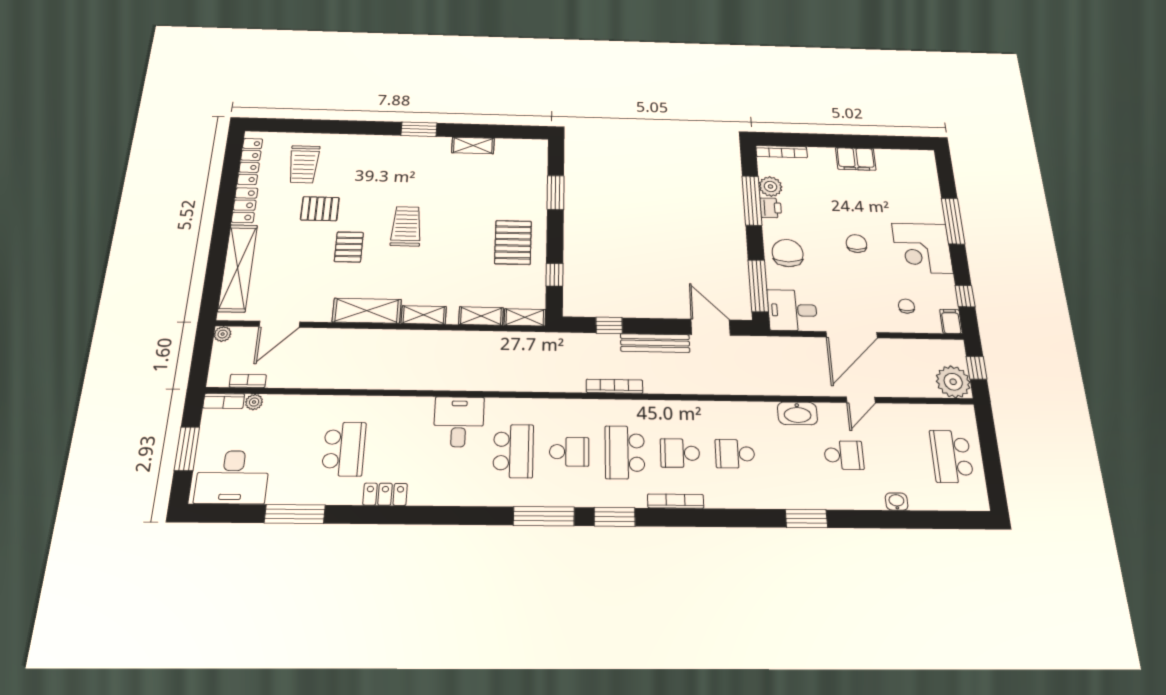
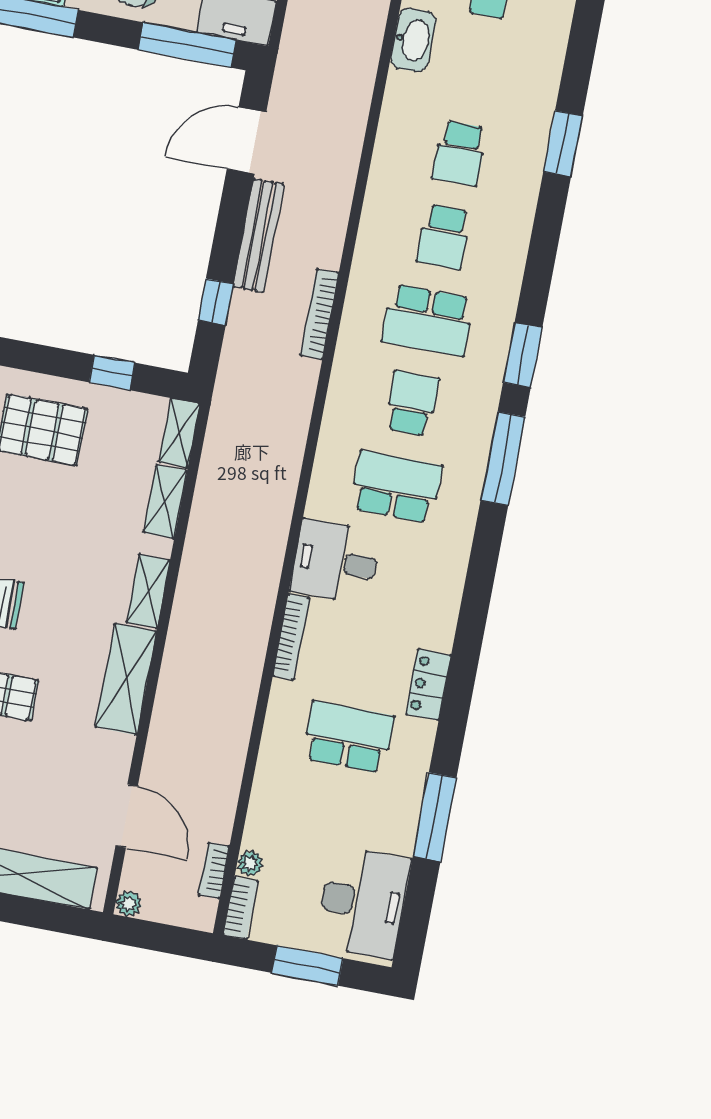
bookcase: (676, 501) -> (291, 637), moved, turned 180
window: (806, 519) -> (563, 144), moved

